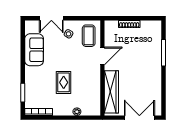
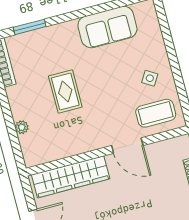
double door: (51, 18) -> (169, 42), removed
rug: (64, 82) -> (65, 92), turned 90

